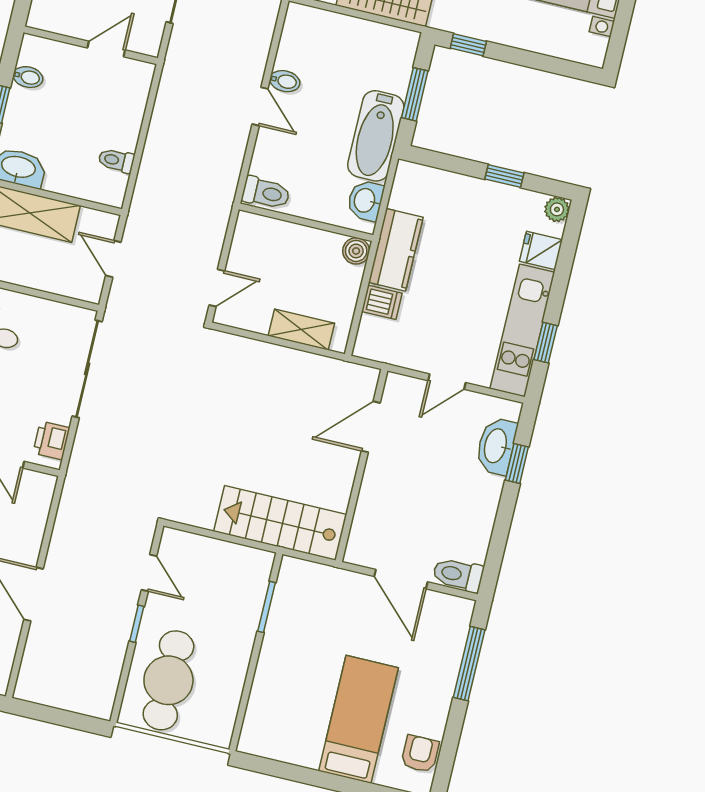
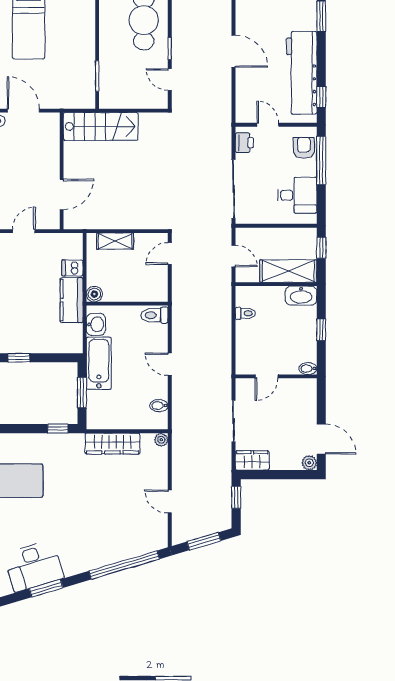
bidet: (28, 77) -> (308, 369), moved
bidet: (285, 81) -> (159, 406), moved

